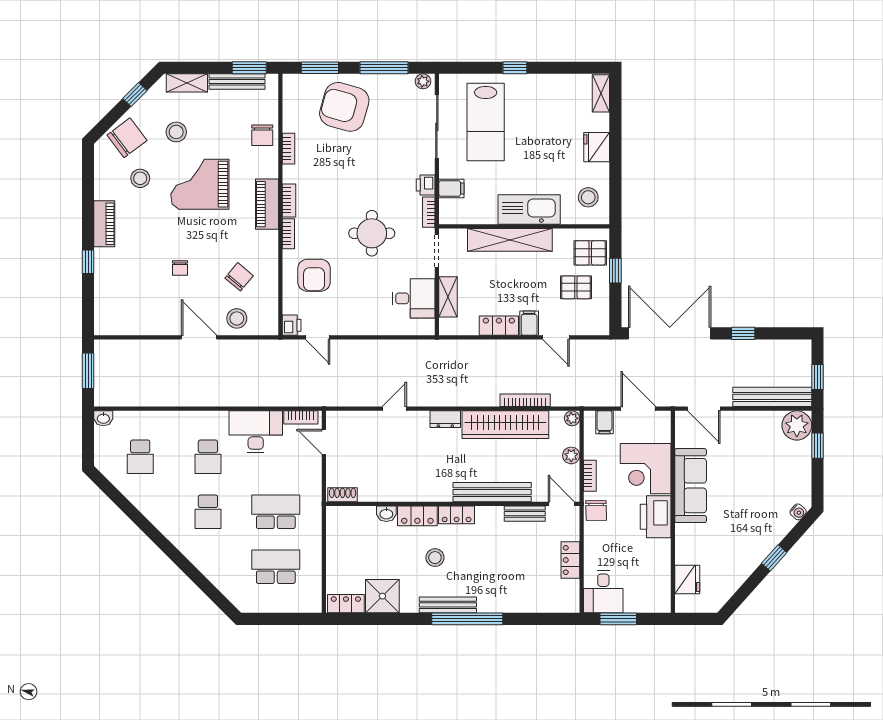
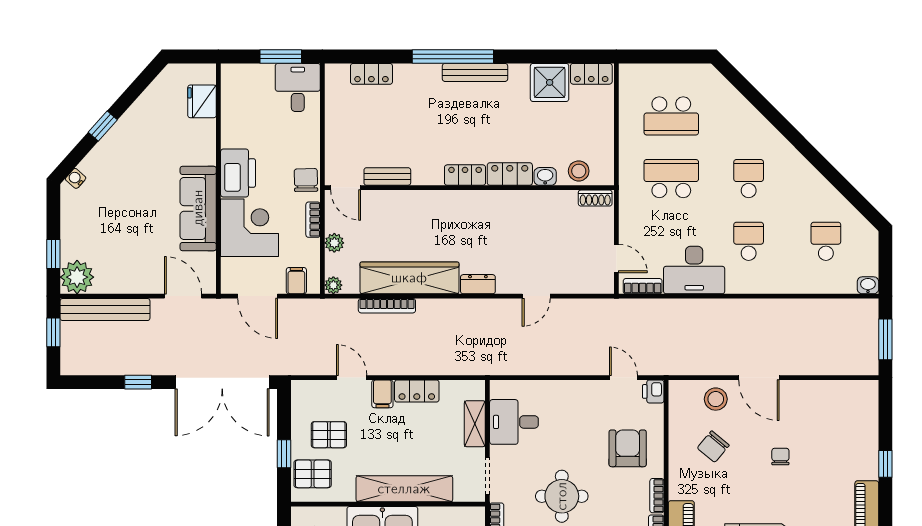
bench: (492, 492) -> (425, 201), removed
school desk: (276, 512) -> (671, 179), turned 180
stool: (435, 558) -> (579, 171), moved
locker: (570, 560) -> (371, 74), moved, turned 90

